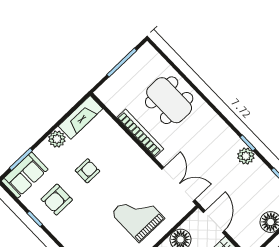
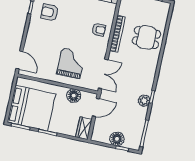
dining table: (169, 100) -> (146, 37), width x0.73
armchair: (87, 171) -> (99, 30), moved

